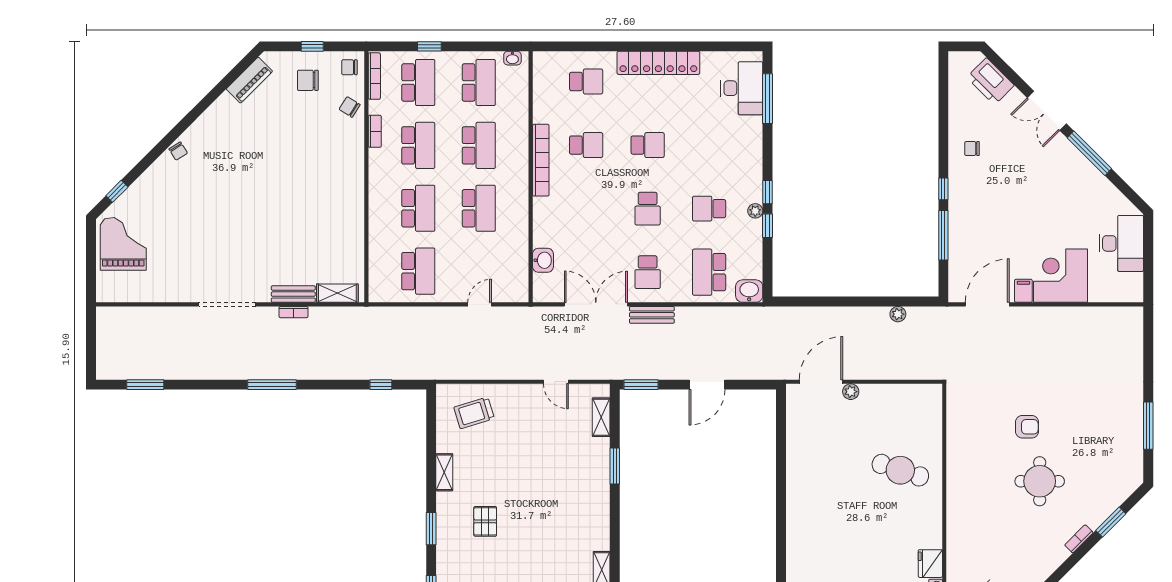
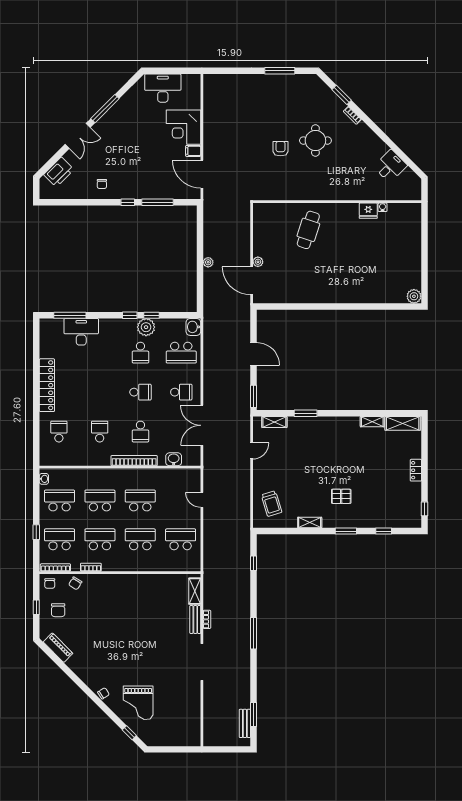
desk: (742, 88) -> (81, 332), moved
school desk: (648, 145) -> (140, 432), moved, turned 180
bookcase: (541, 160) -> (134, 461), moved
plant: (755, 211) -> (146, 327), width x1.87, depth x1.87
grand piano: (123, 244) -> (138, 703), moved, turned -90
plant: (898, 314) -> (208, 262), moved
bench: (652, 315) -> (245, 723), moved

